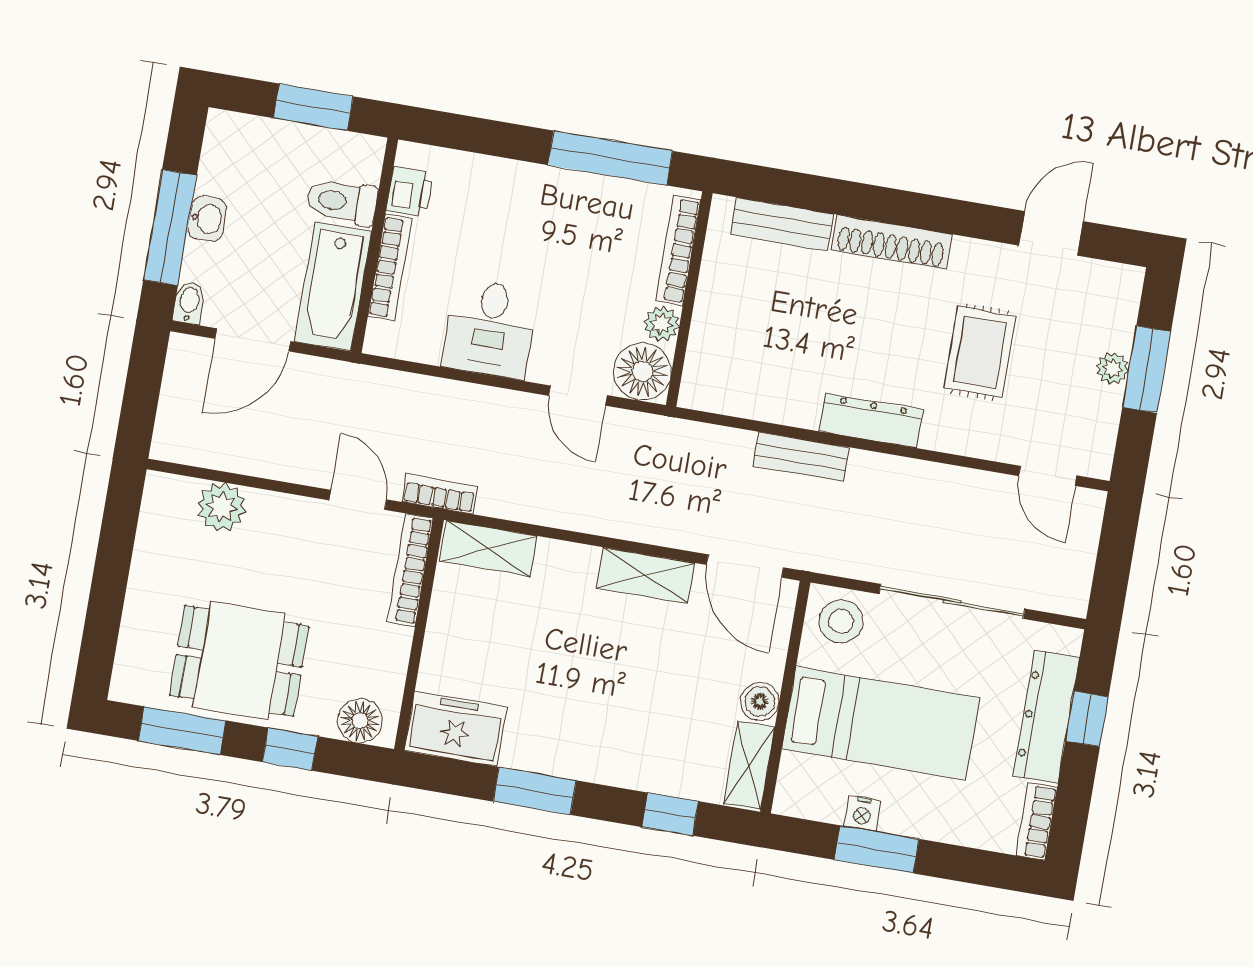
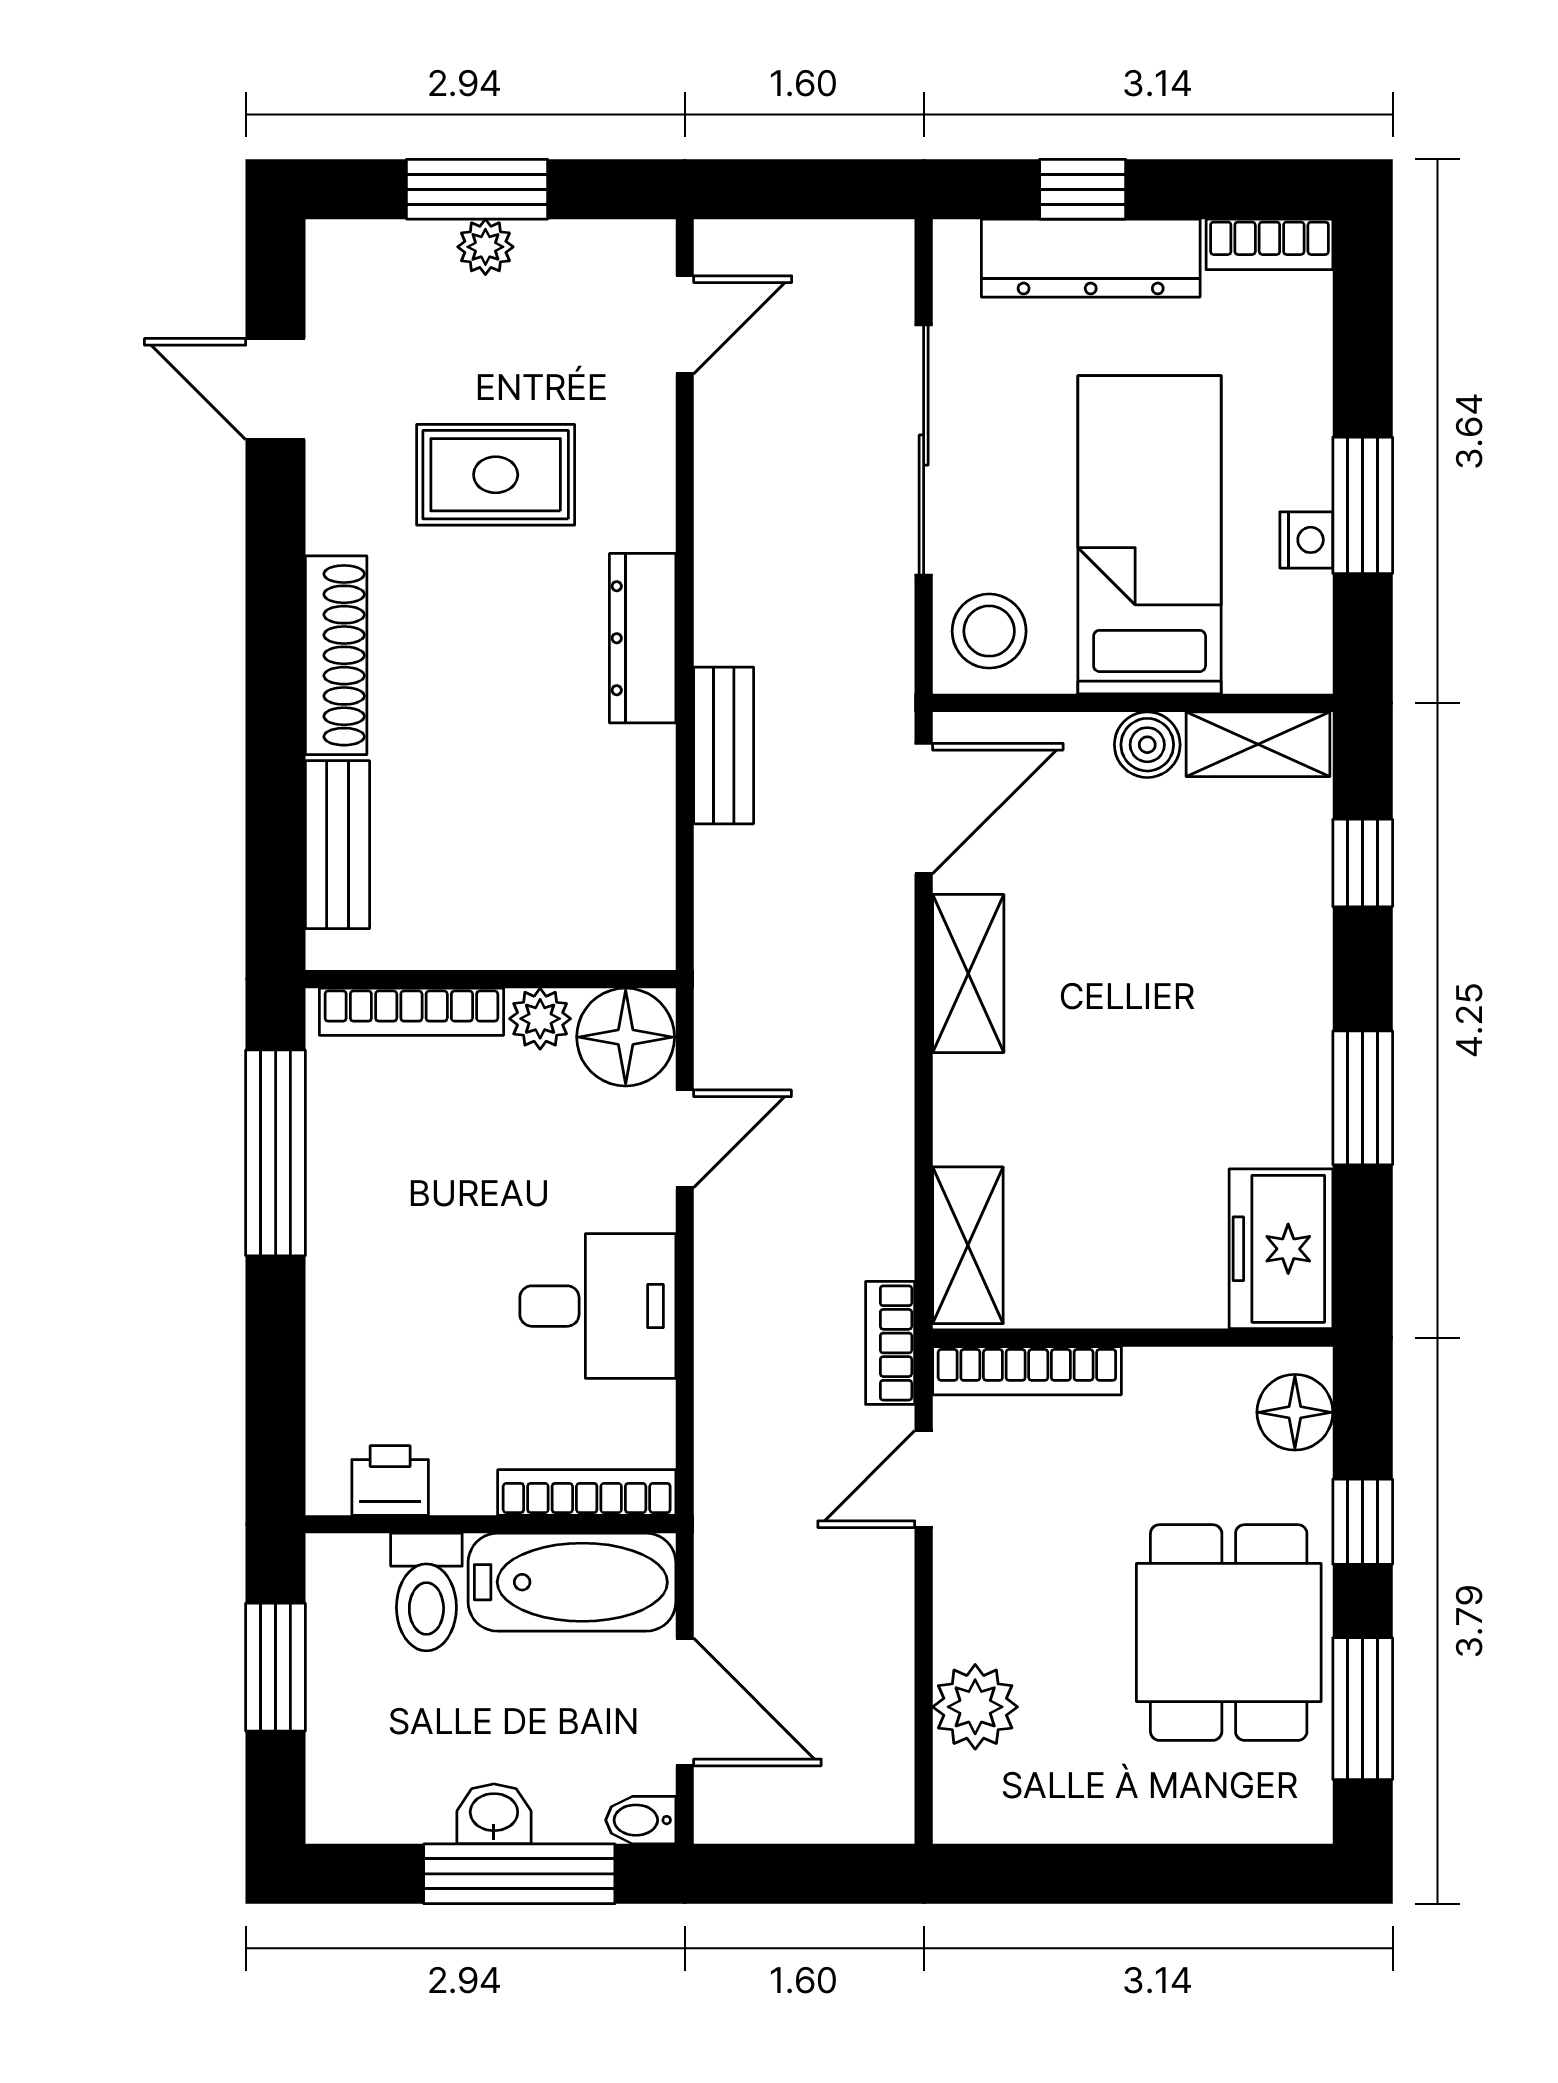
bookcase: (390, 268) -> (587, 1493), moved

